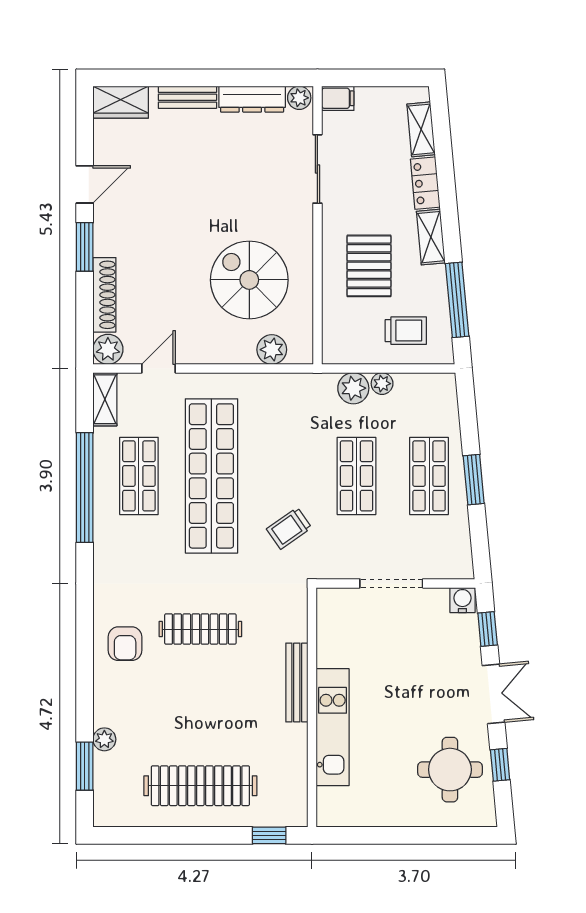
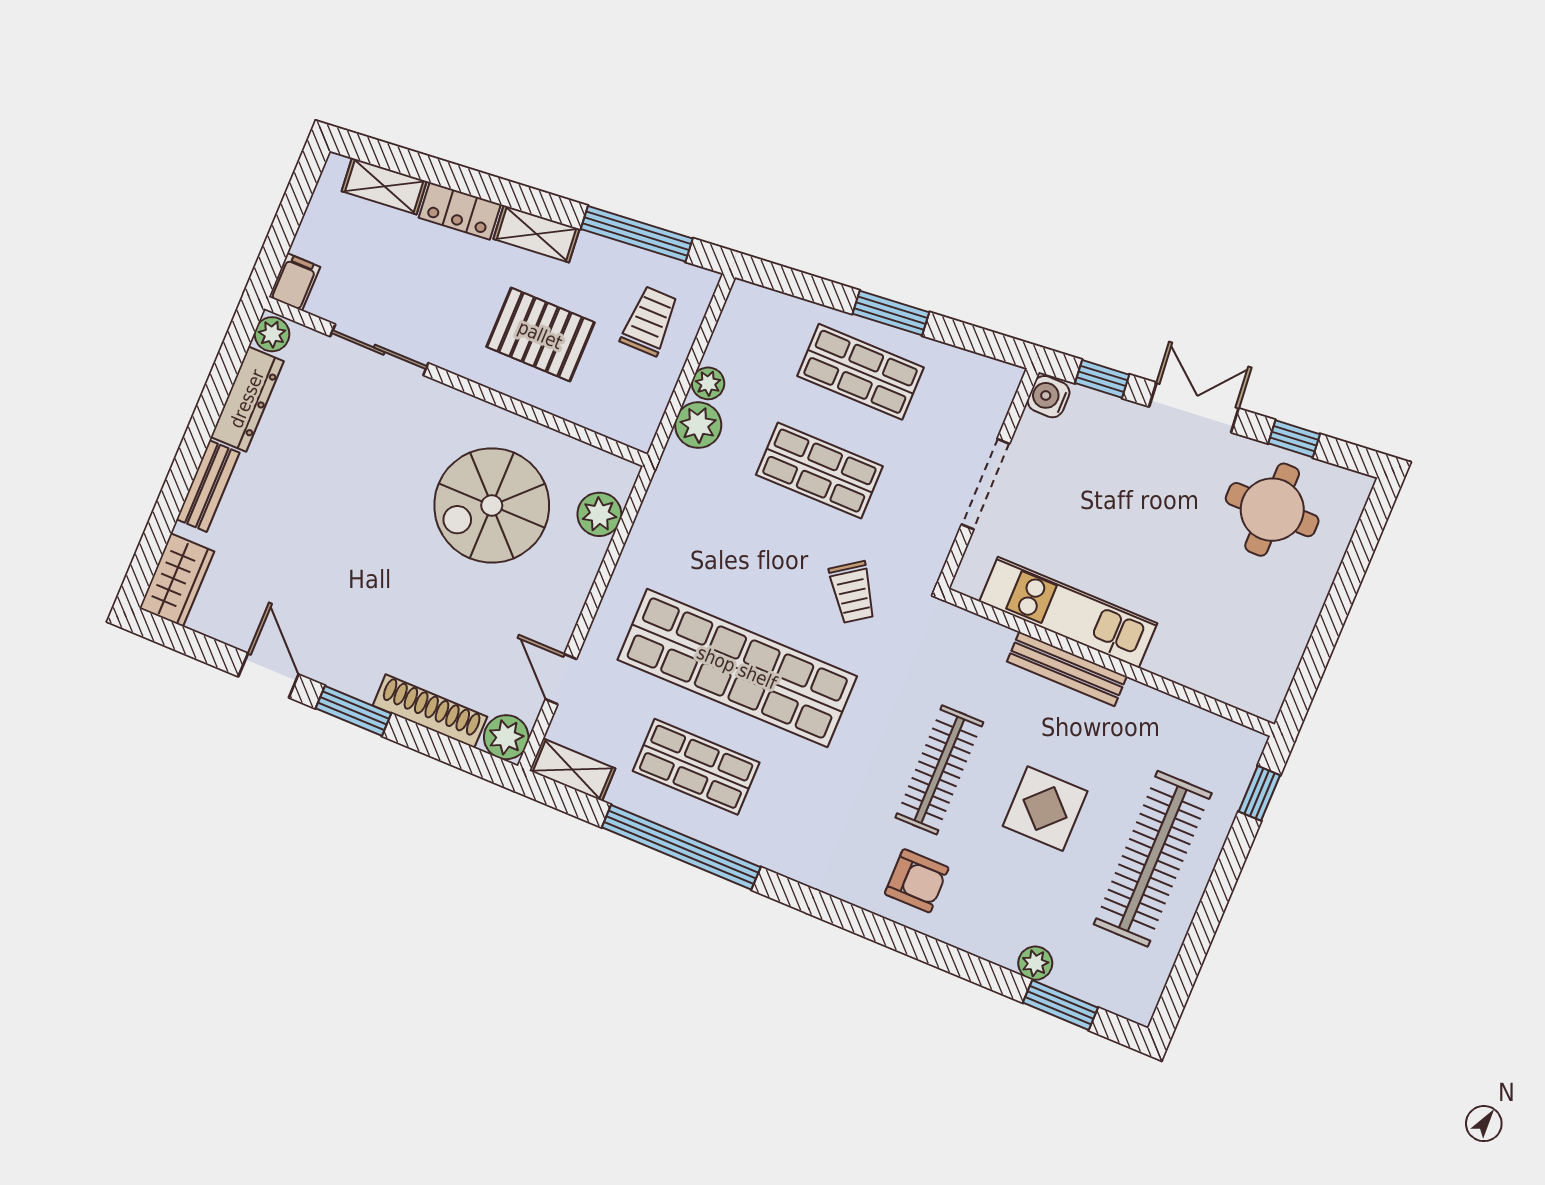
display table: (204, 705) -> (1045, 809), added
kitchen unit: (333, 727) -> (1068, 612), moved

